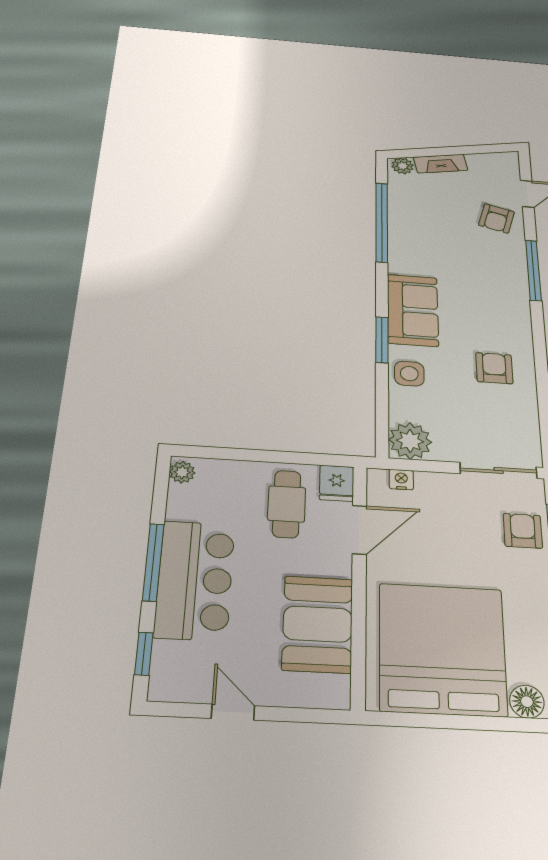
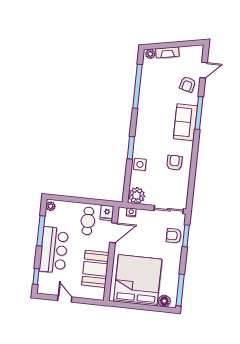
sofa: (413, 310) -> (185, 122), moved, turned 180
armchair: (523, 531) -> (174, 236), turned -90
window: (153, 562) -> (41, 231), moved

